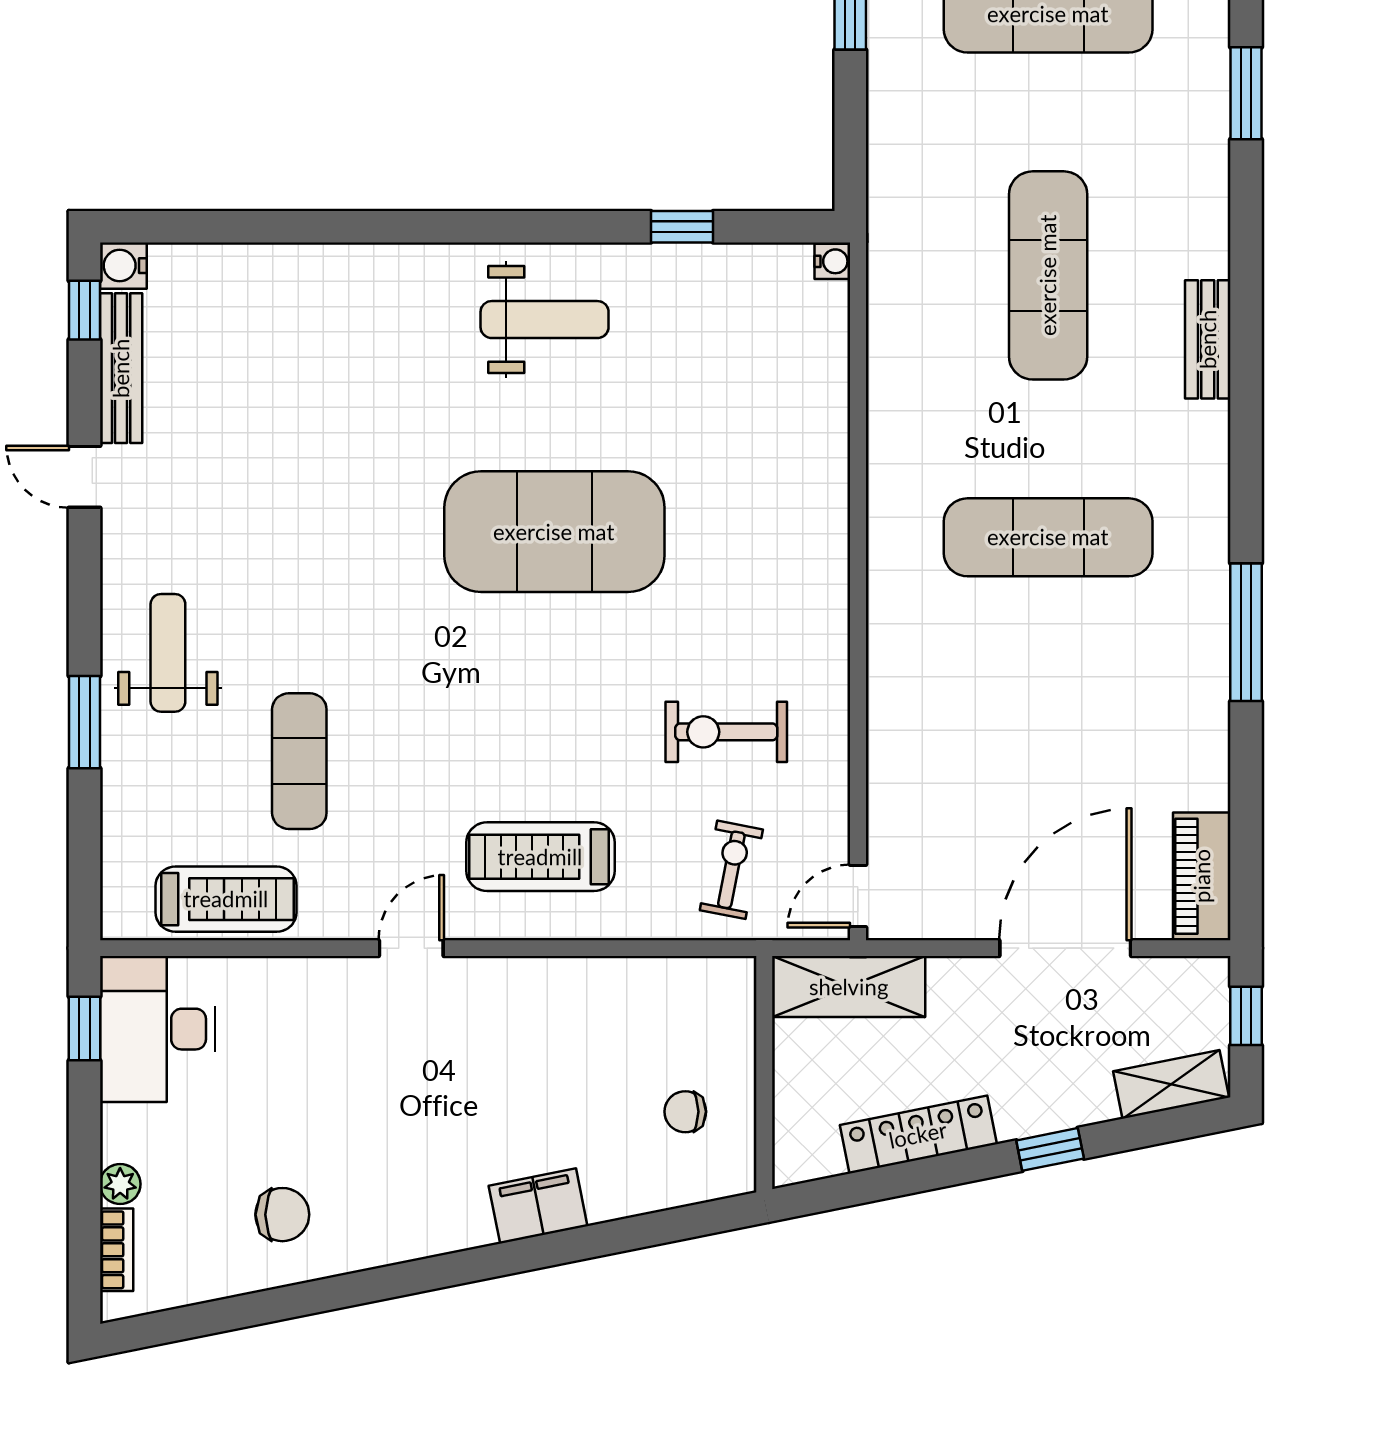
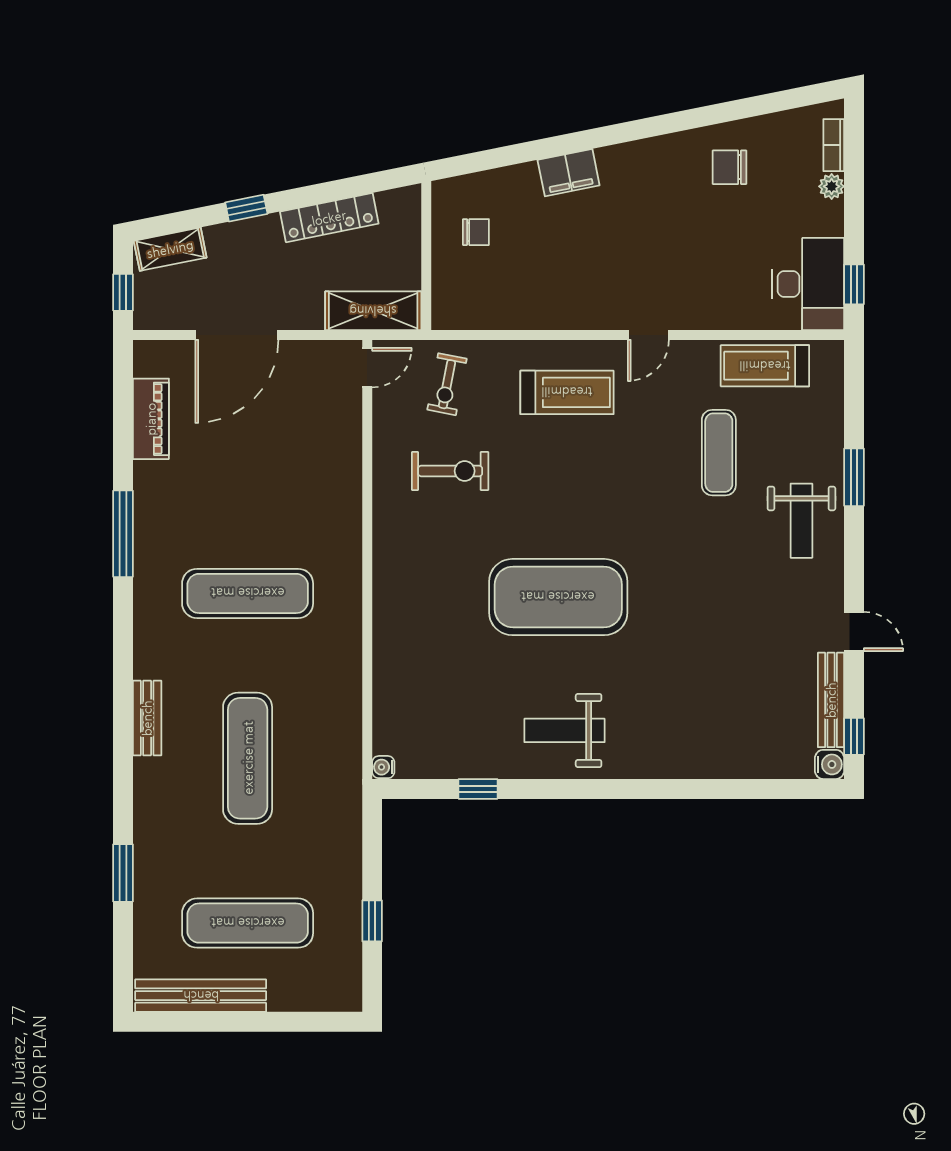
piano: (1202, 876) -> (151, 419), moved

